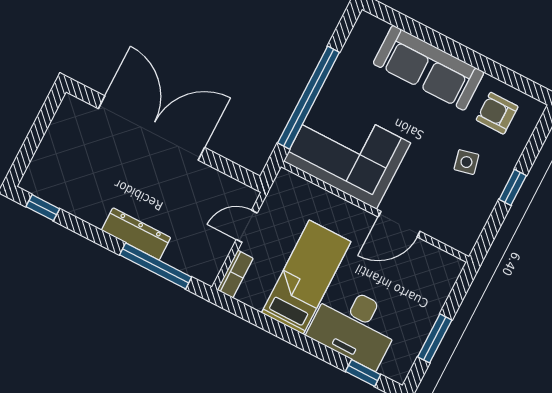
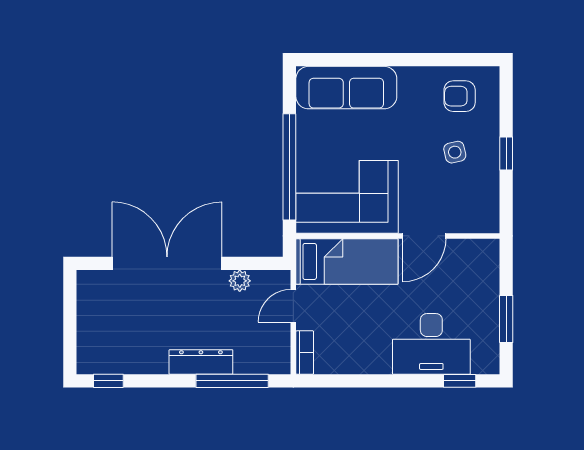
sofa: (428, 68) -> (346, 88), moved
plant: (210, 178) -> (240, 281), added
bed: (306, 277) -> (347, 261), moved, turned 90

